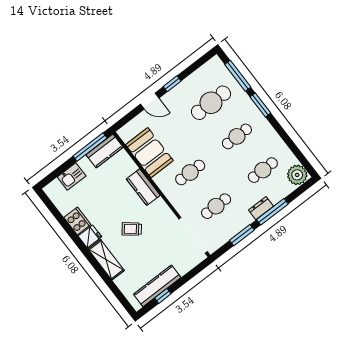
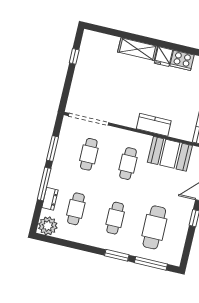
dresser: (261, 208) -> (50, 199), moved
trolley: (132, 229) -> (137, 87), removed
kitchen counter: (157, 286) -> (84, 60), removed

